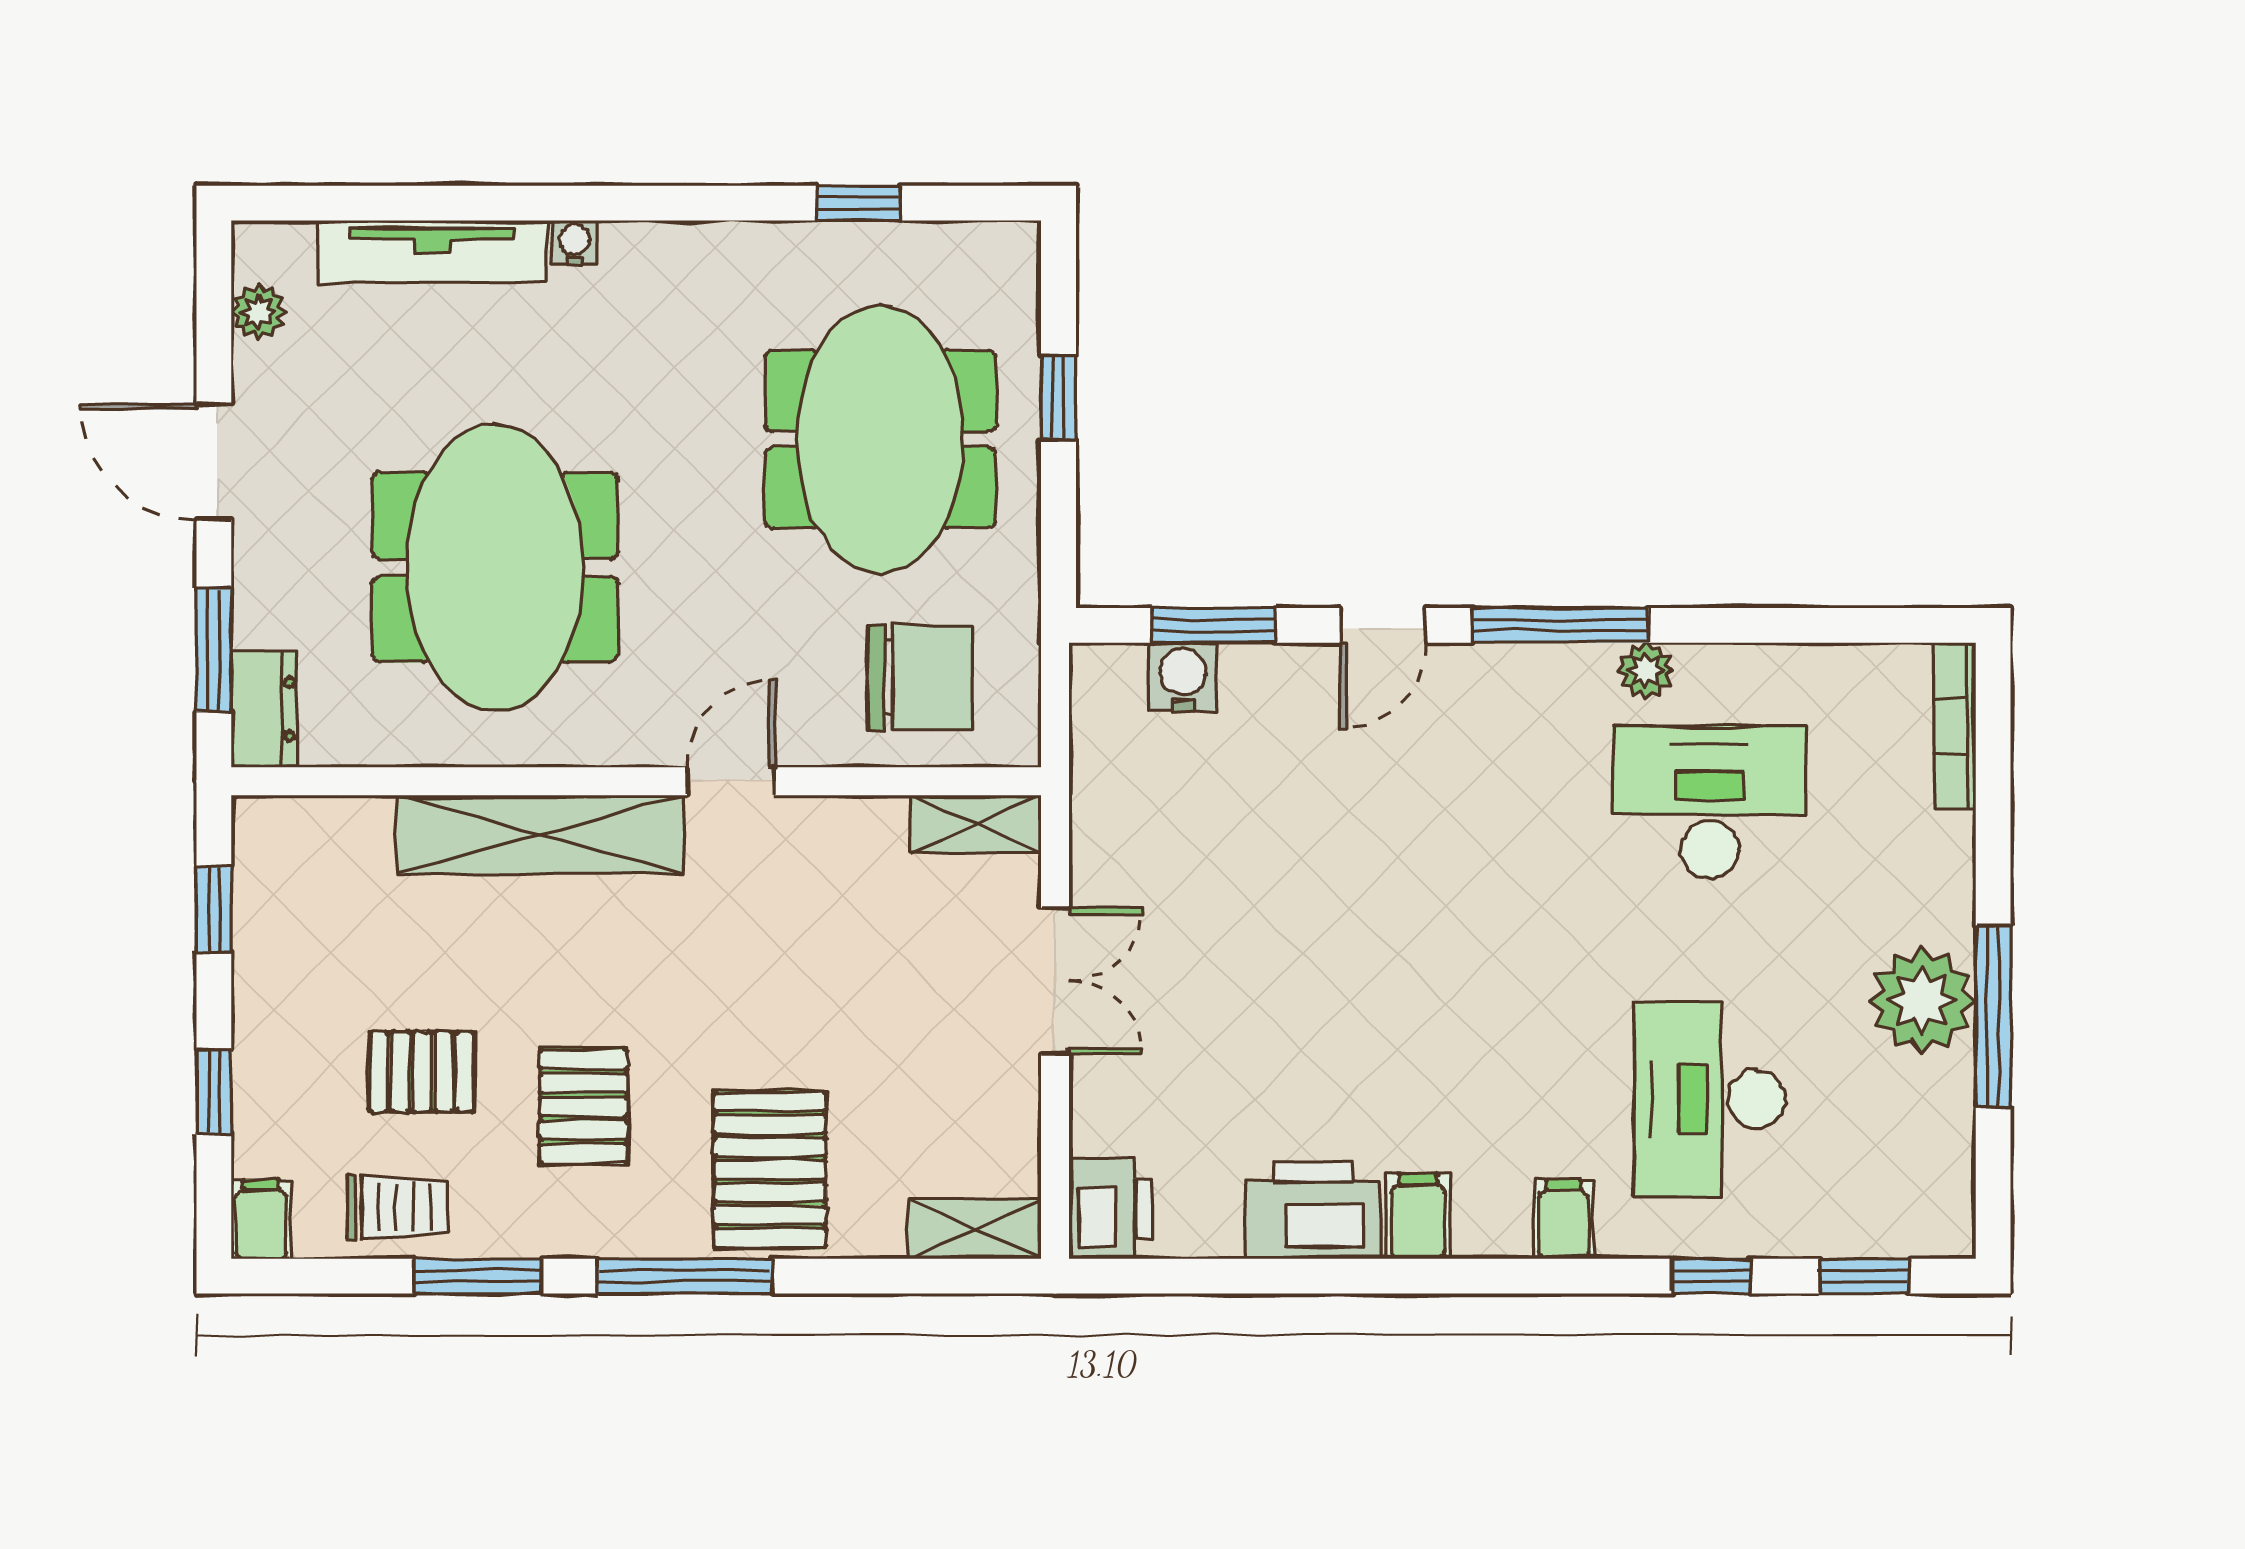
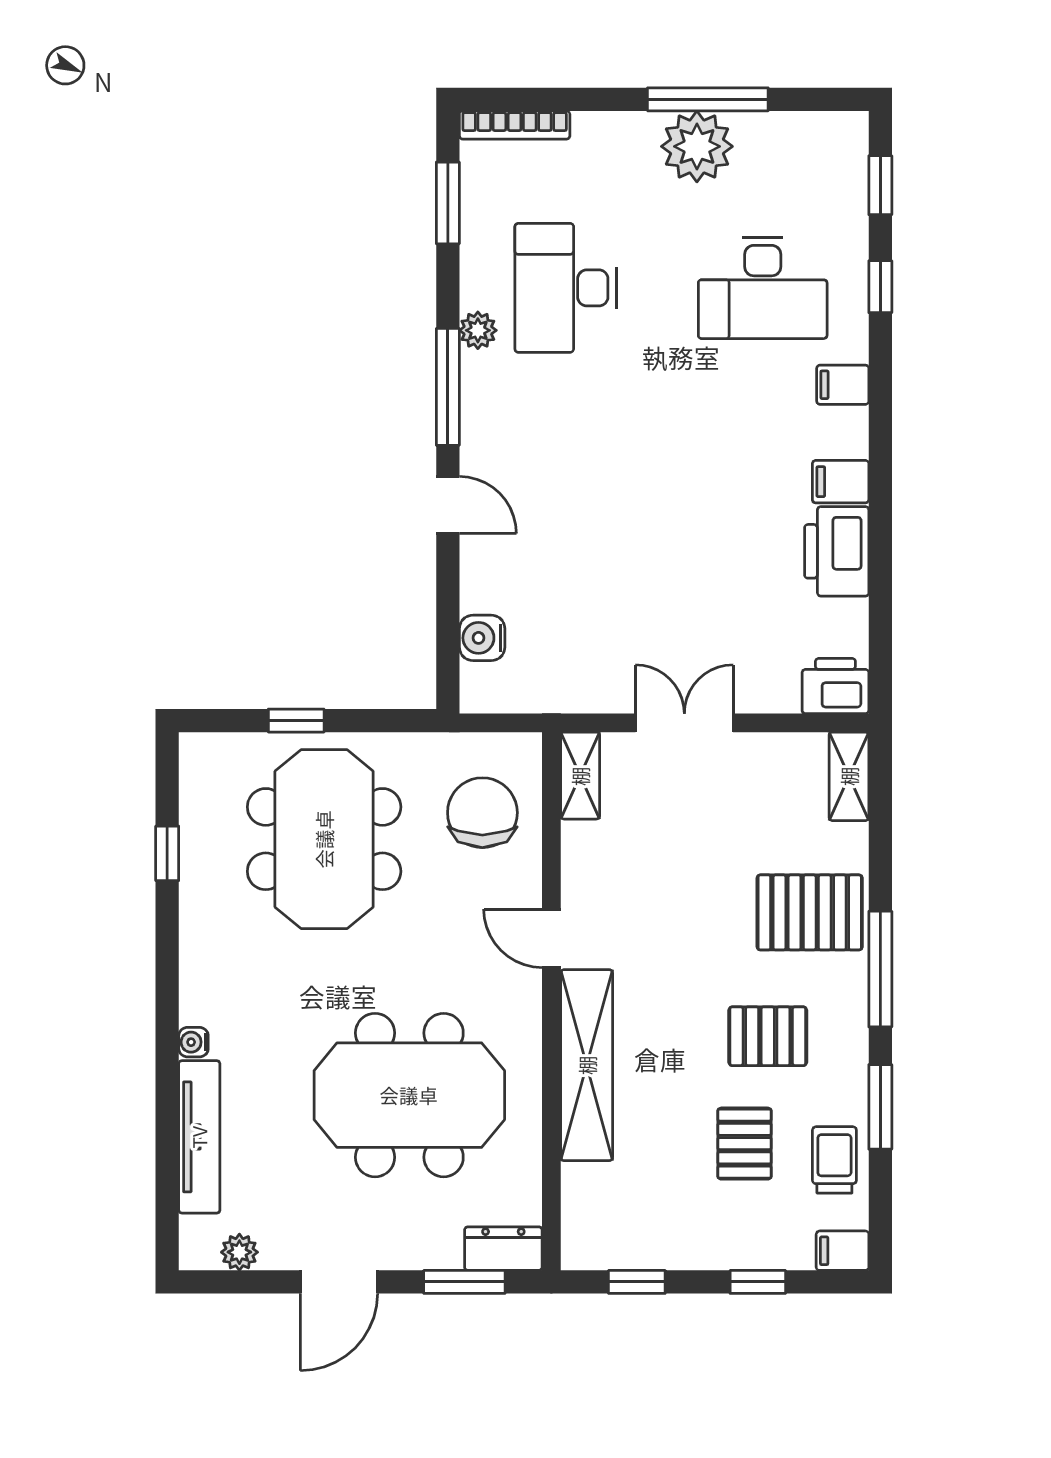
meeting table: (880, 439) -> (324, 839), turned 90
window: (1214, 625) -> (448, 203), moved

